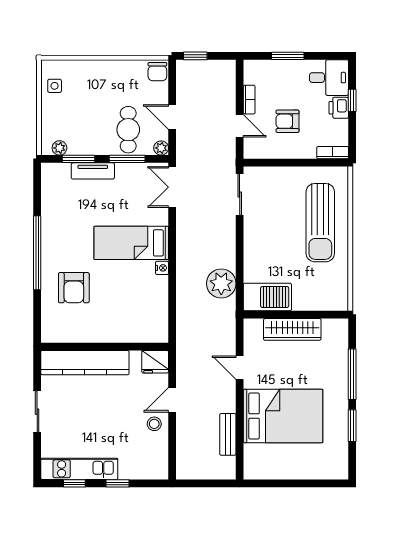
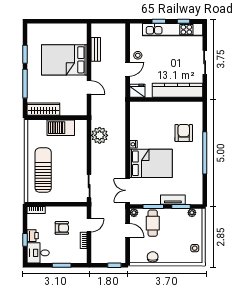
chair: (157, 72) -> (153, 257), moved
door: (240, 126) -> (89, 225), swing flipped
double door: (172, 187) -> (128, 190), swing flipped
bed: (131, 243) -> (151, 163), width x1.50
barbecue: (267, 297) -> (61, 128), moved
wardrobe: (292, 329) -> (43, 109), moved
kitchen unit: (79, 469) -> (173, 30), width x1.36

